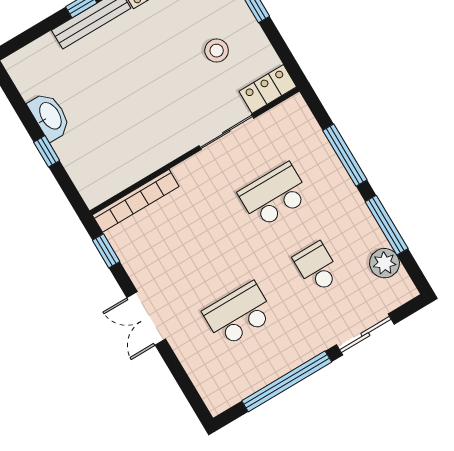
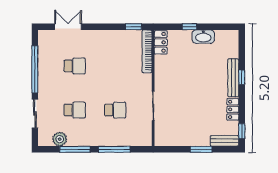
stool: (217, 51) -> (189, 122), removed
locker: (268, 89) -> (161, 42), moved
school desk: (274, 195) -> (115, 110), width x0.54
school desk: (238, 314) -> (75, 66), width x0.54
double door: (146, 318) -> (68, 27), moved

